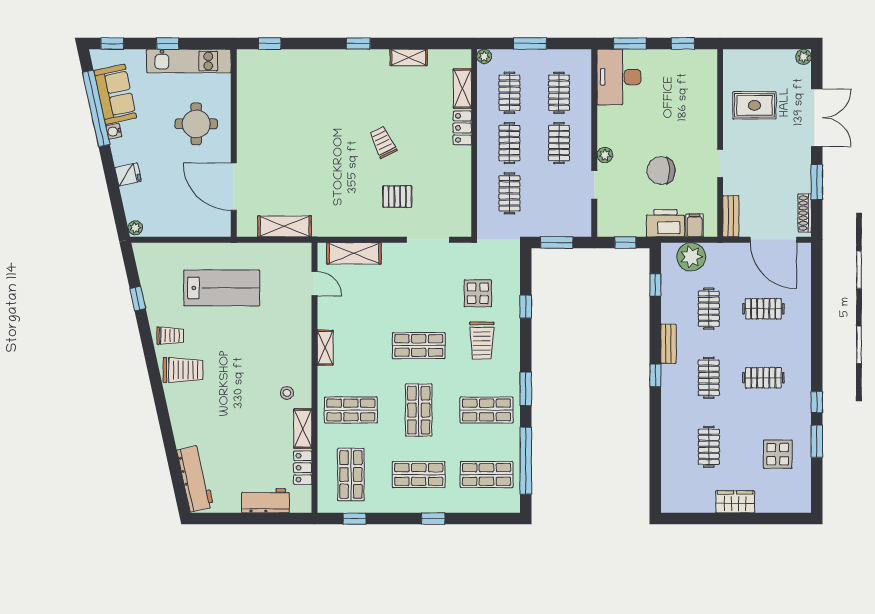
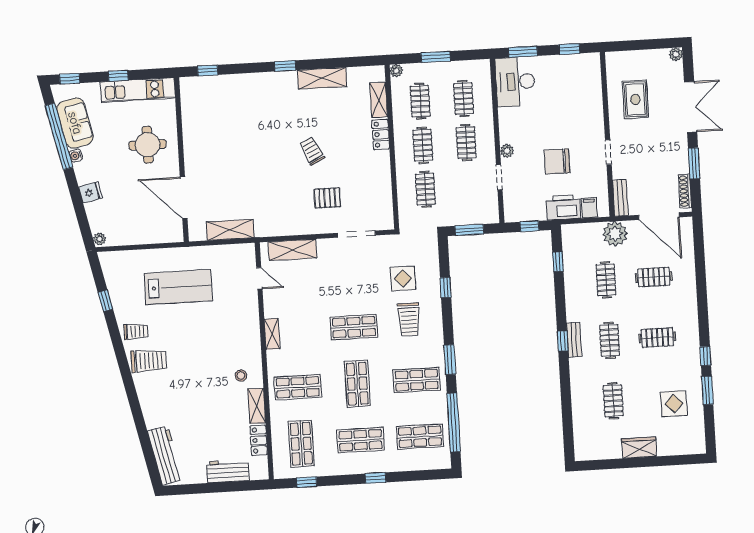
shelving: (409, 57) -> (322, 78), width x1.50, depth x1.33
rug: (754, 105) -> (635, 99), turned 90
plant: (691, 257) -> (615, 234), moved
bench: (668, 344) -> (574, 340), moved

